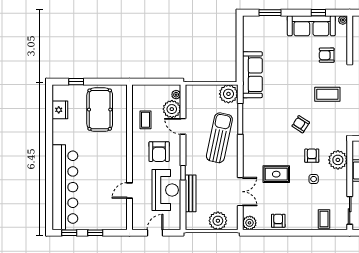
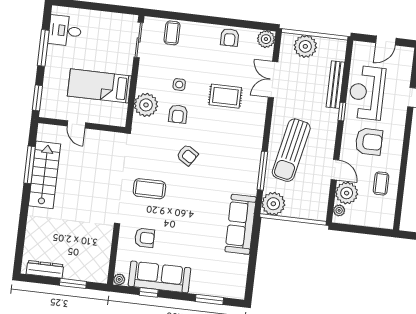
armchair: (159, 152) -> (369, 142), turned 90

